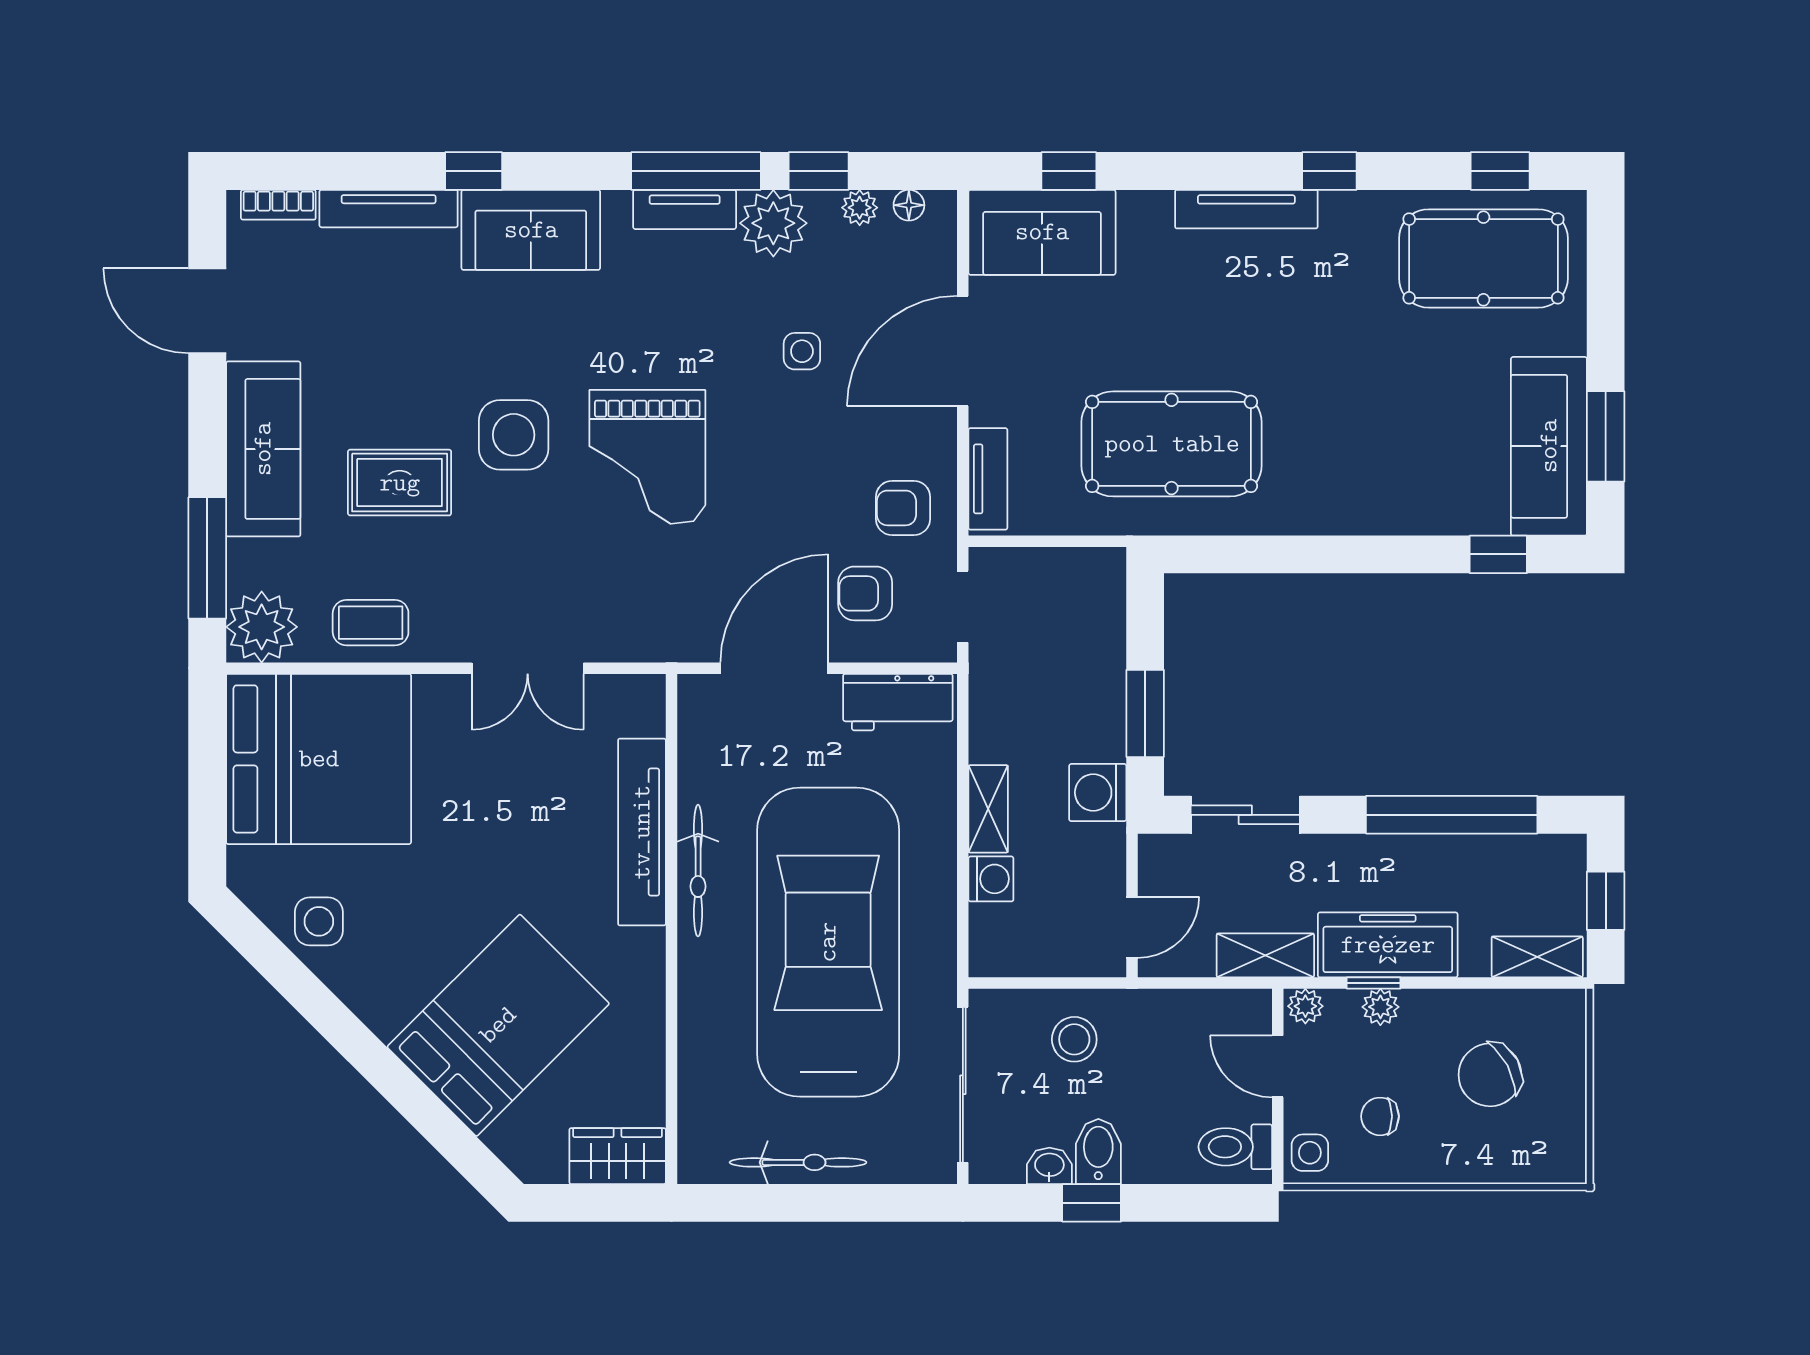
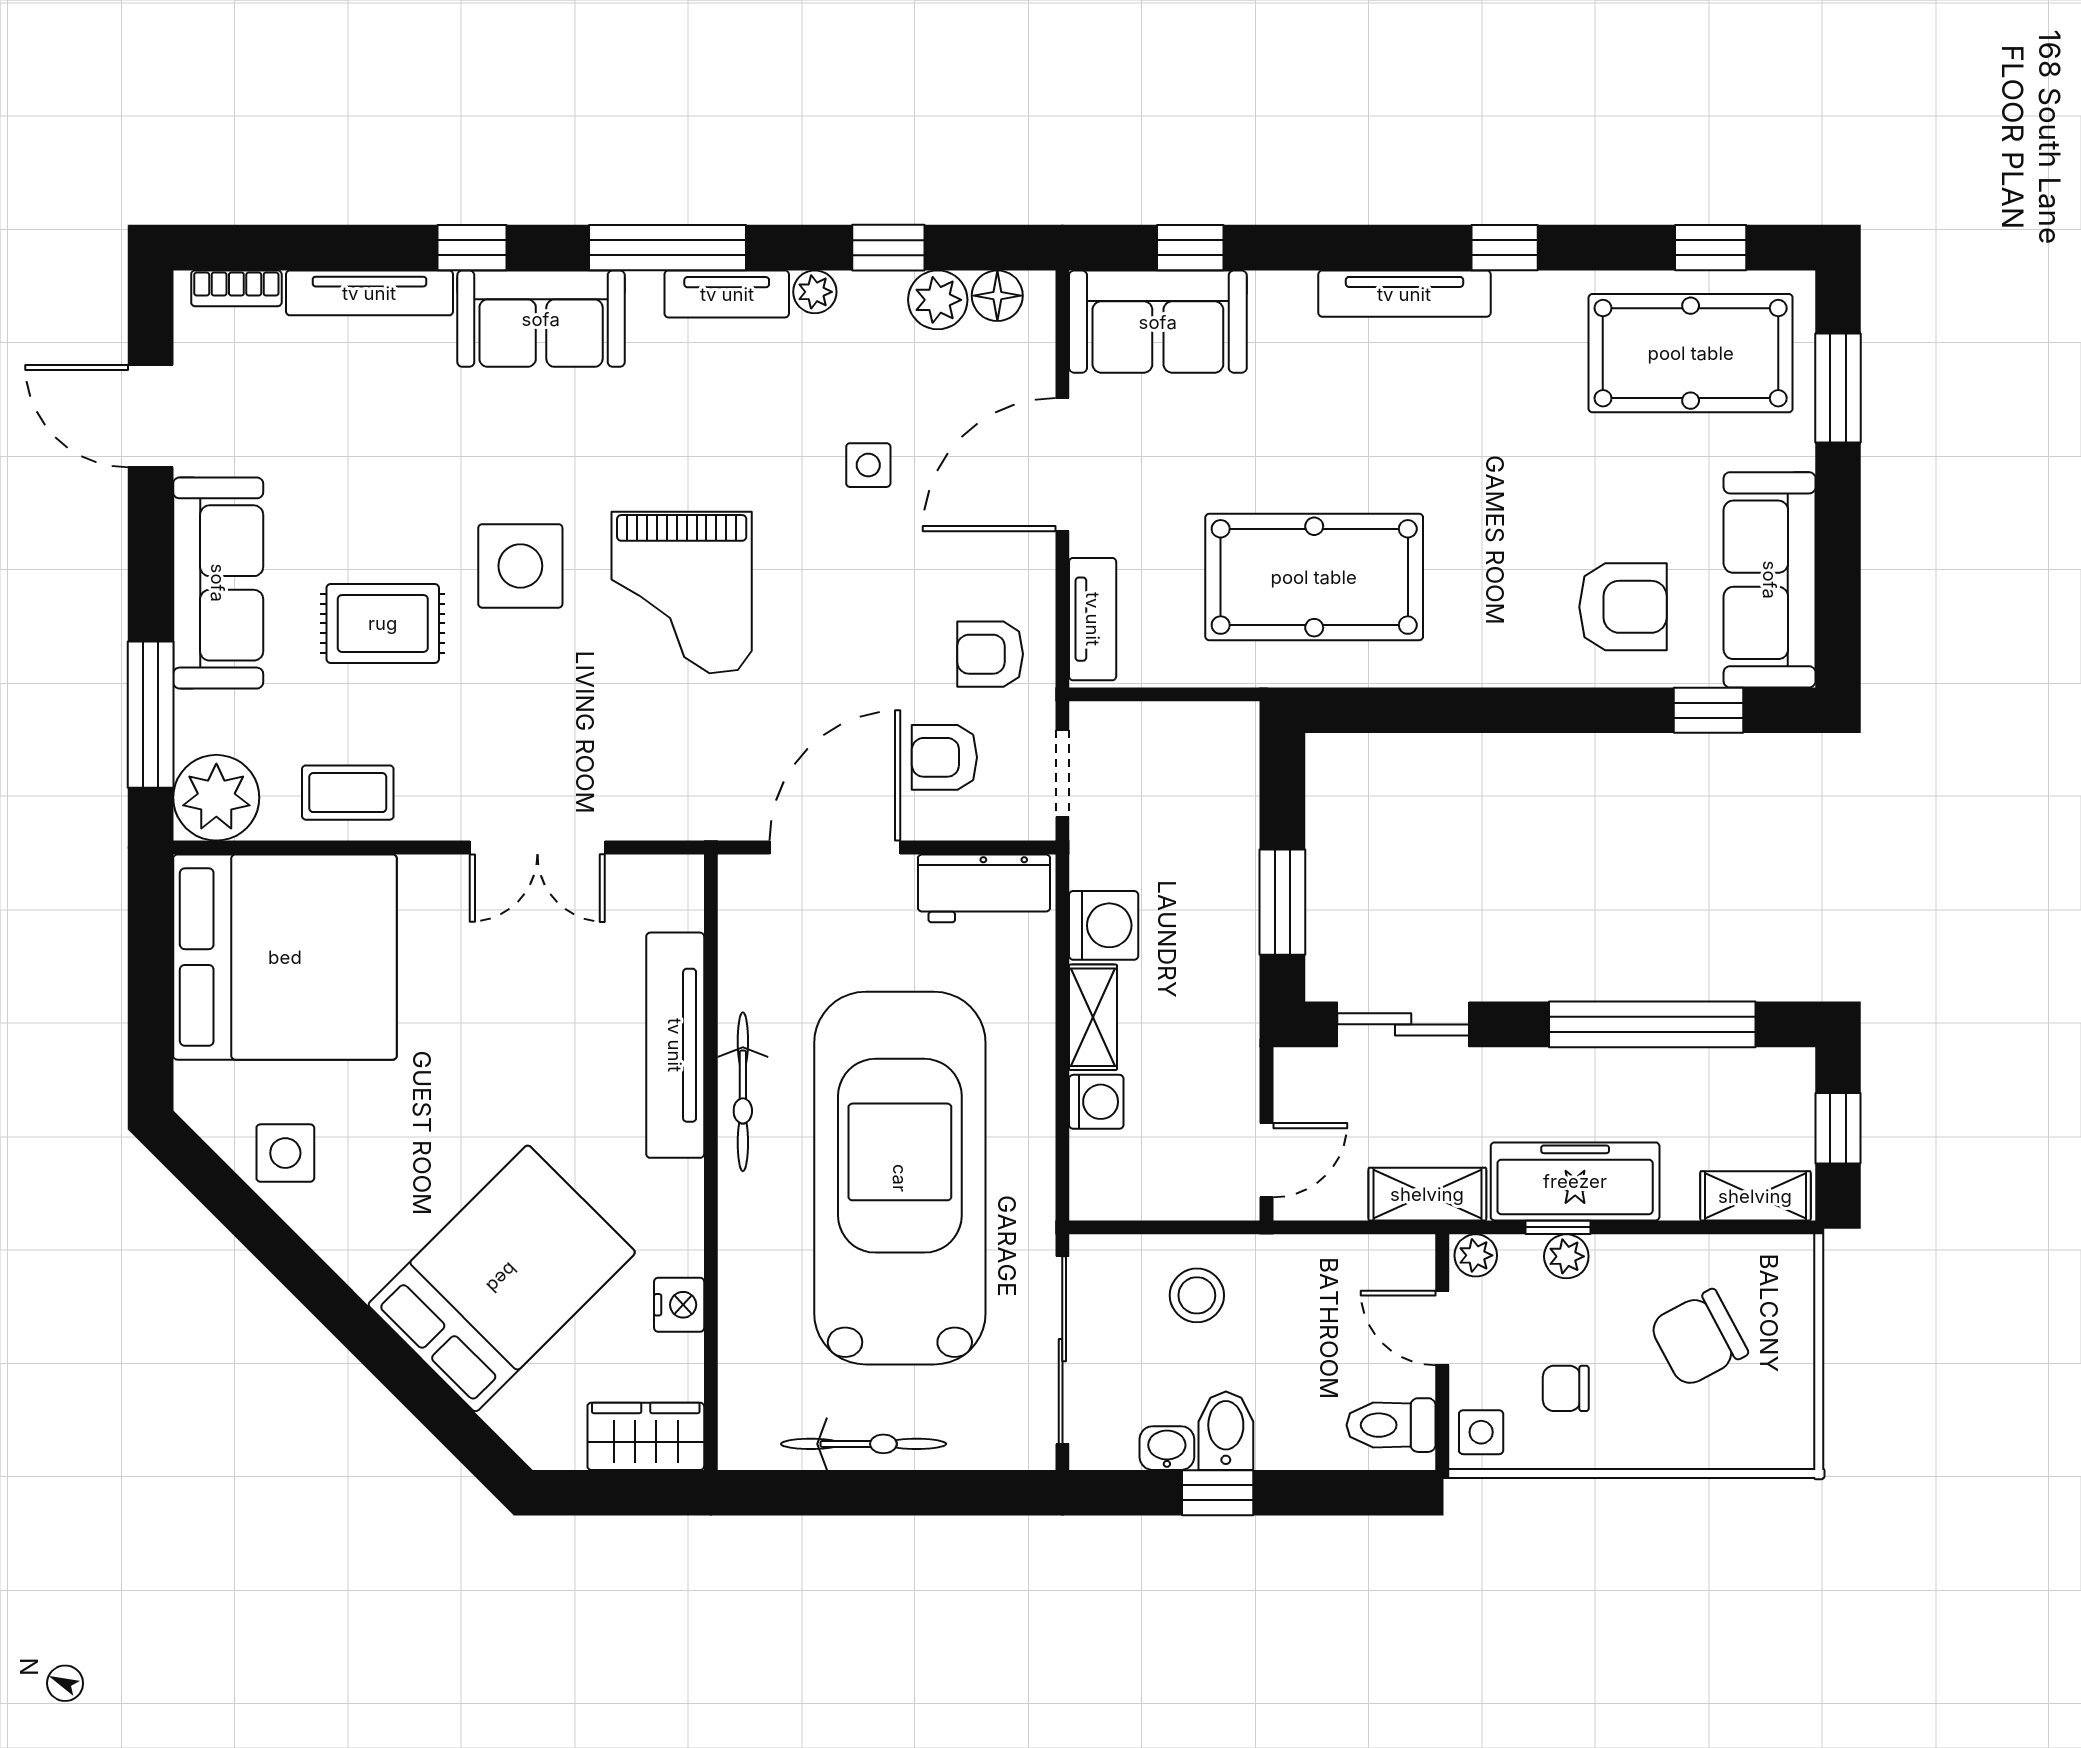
window: (696, 171) -> (668, 248), moved
floor lamp: (909, 205) -> (997, 296), width x1.37, depth x1.37
plant: (860, 208) -> (938, 300), width x1.38, depth x1.38
plant: (773, 223) -> (815, 292), width x0.53, depth x0.53
window: (1606, 436) -> (1838, 388), moved
armchair: (1427, 469) -> (1623, 607), added
washing machine: (1098, 793) -> (1104, 925), moved, turned 180
nightstand: (645, 1047) -> (679, 1305), added

